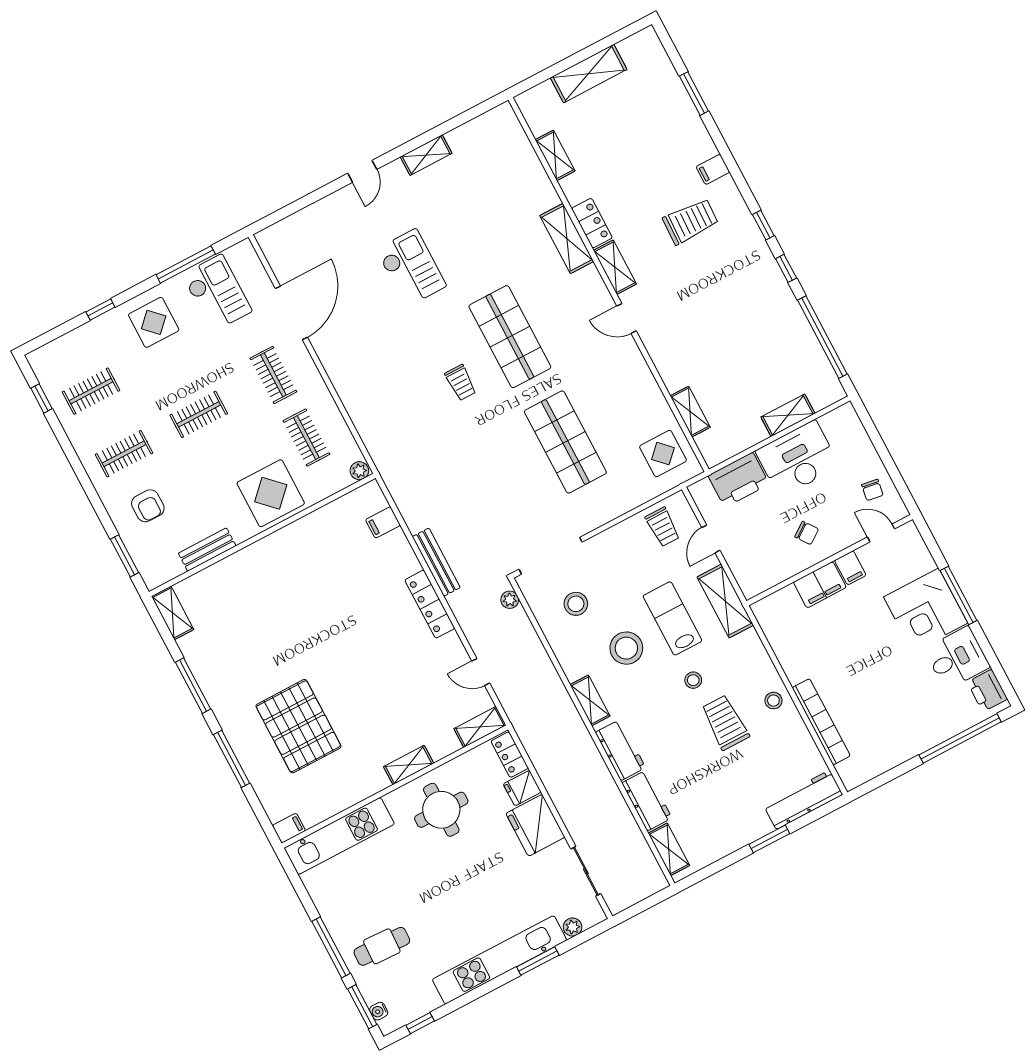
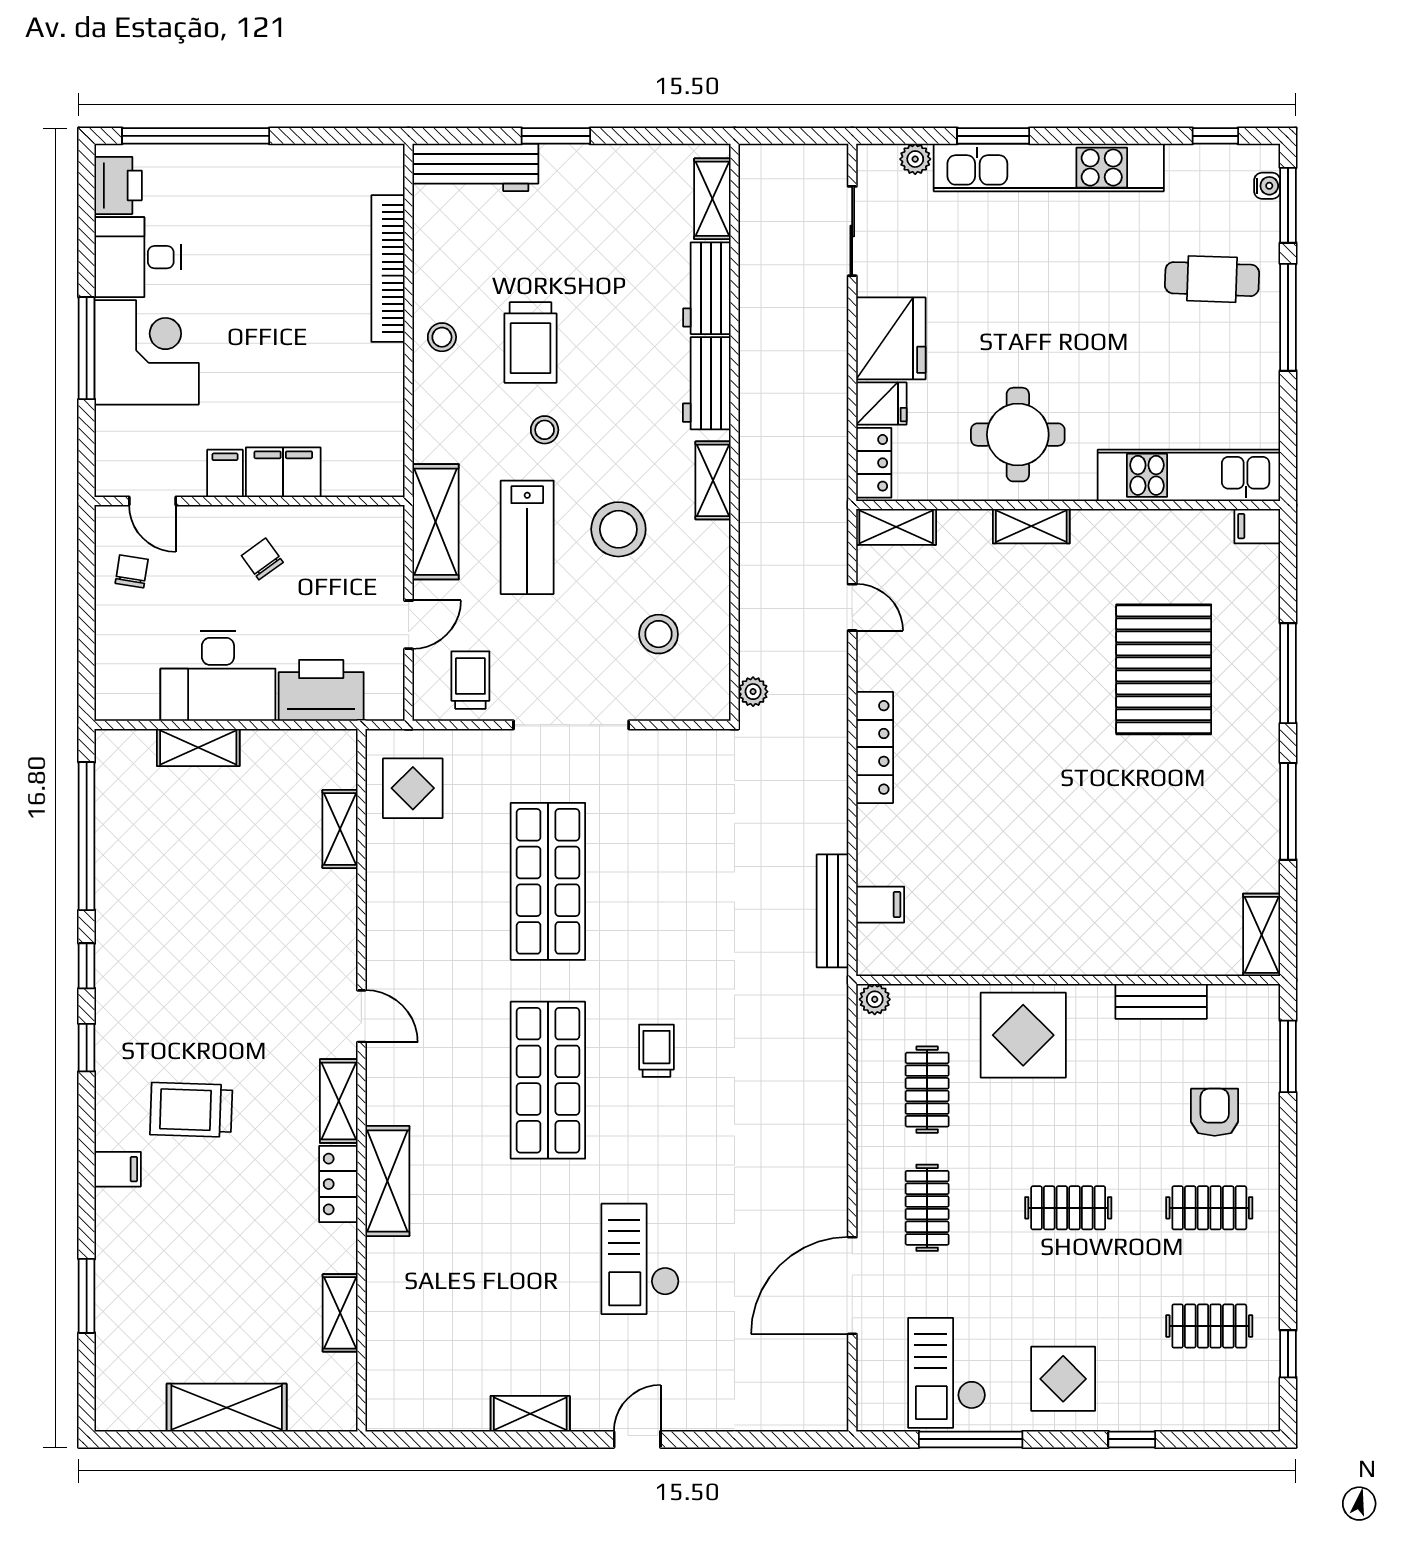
doorway: (551, 556) -> (571, 725), moved
bench: (436, 562) -> (832, 911), moved

